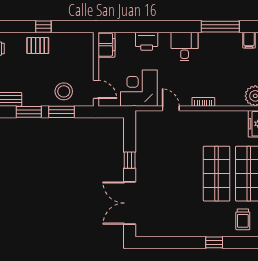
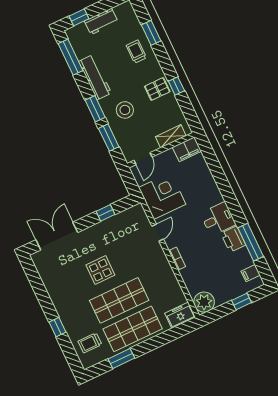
printer: (147, 41) -> (233, 239), moved
pallet: (38, 46) -> (157, 89), turned 90
shelving: (87, 54) -> (171, 136), added
stool: (64, 91) -> (125, 110), moved
window: (130, 160) -> (105, 213), moved
display table: (180, 178) -> (100, 270), added

